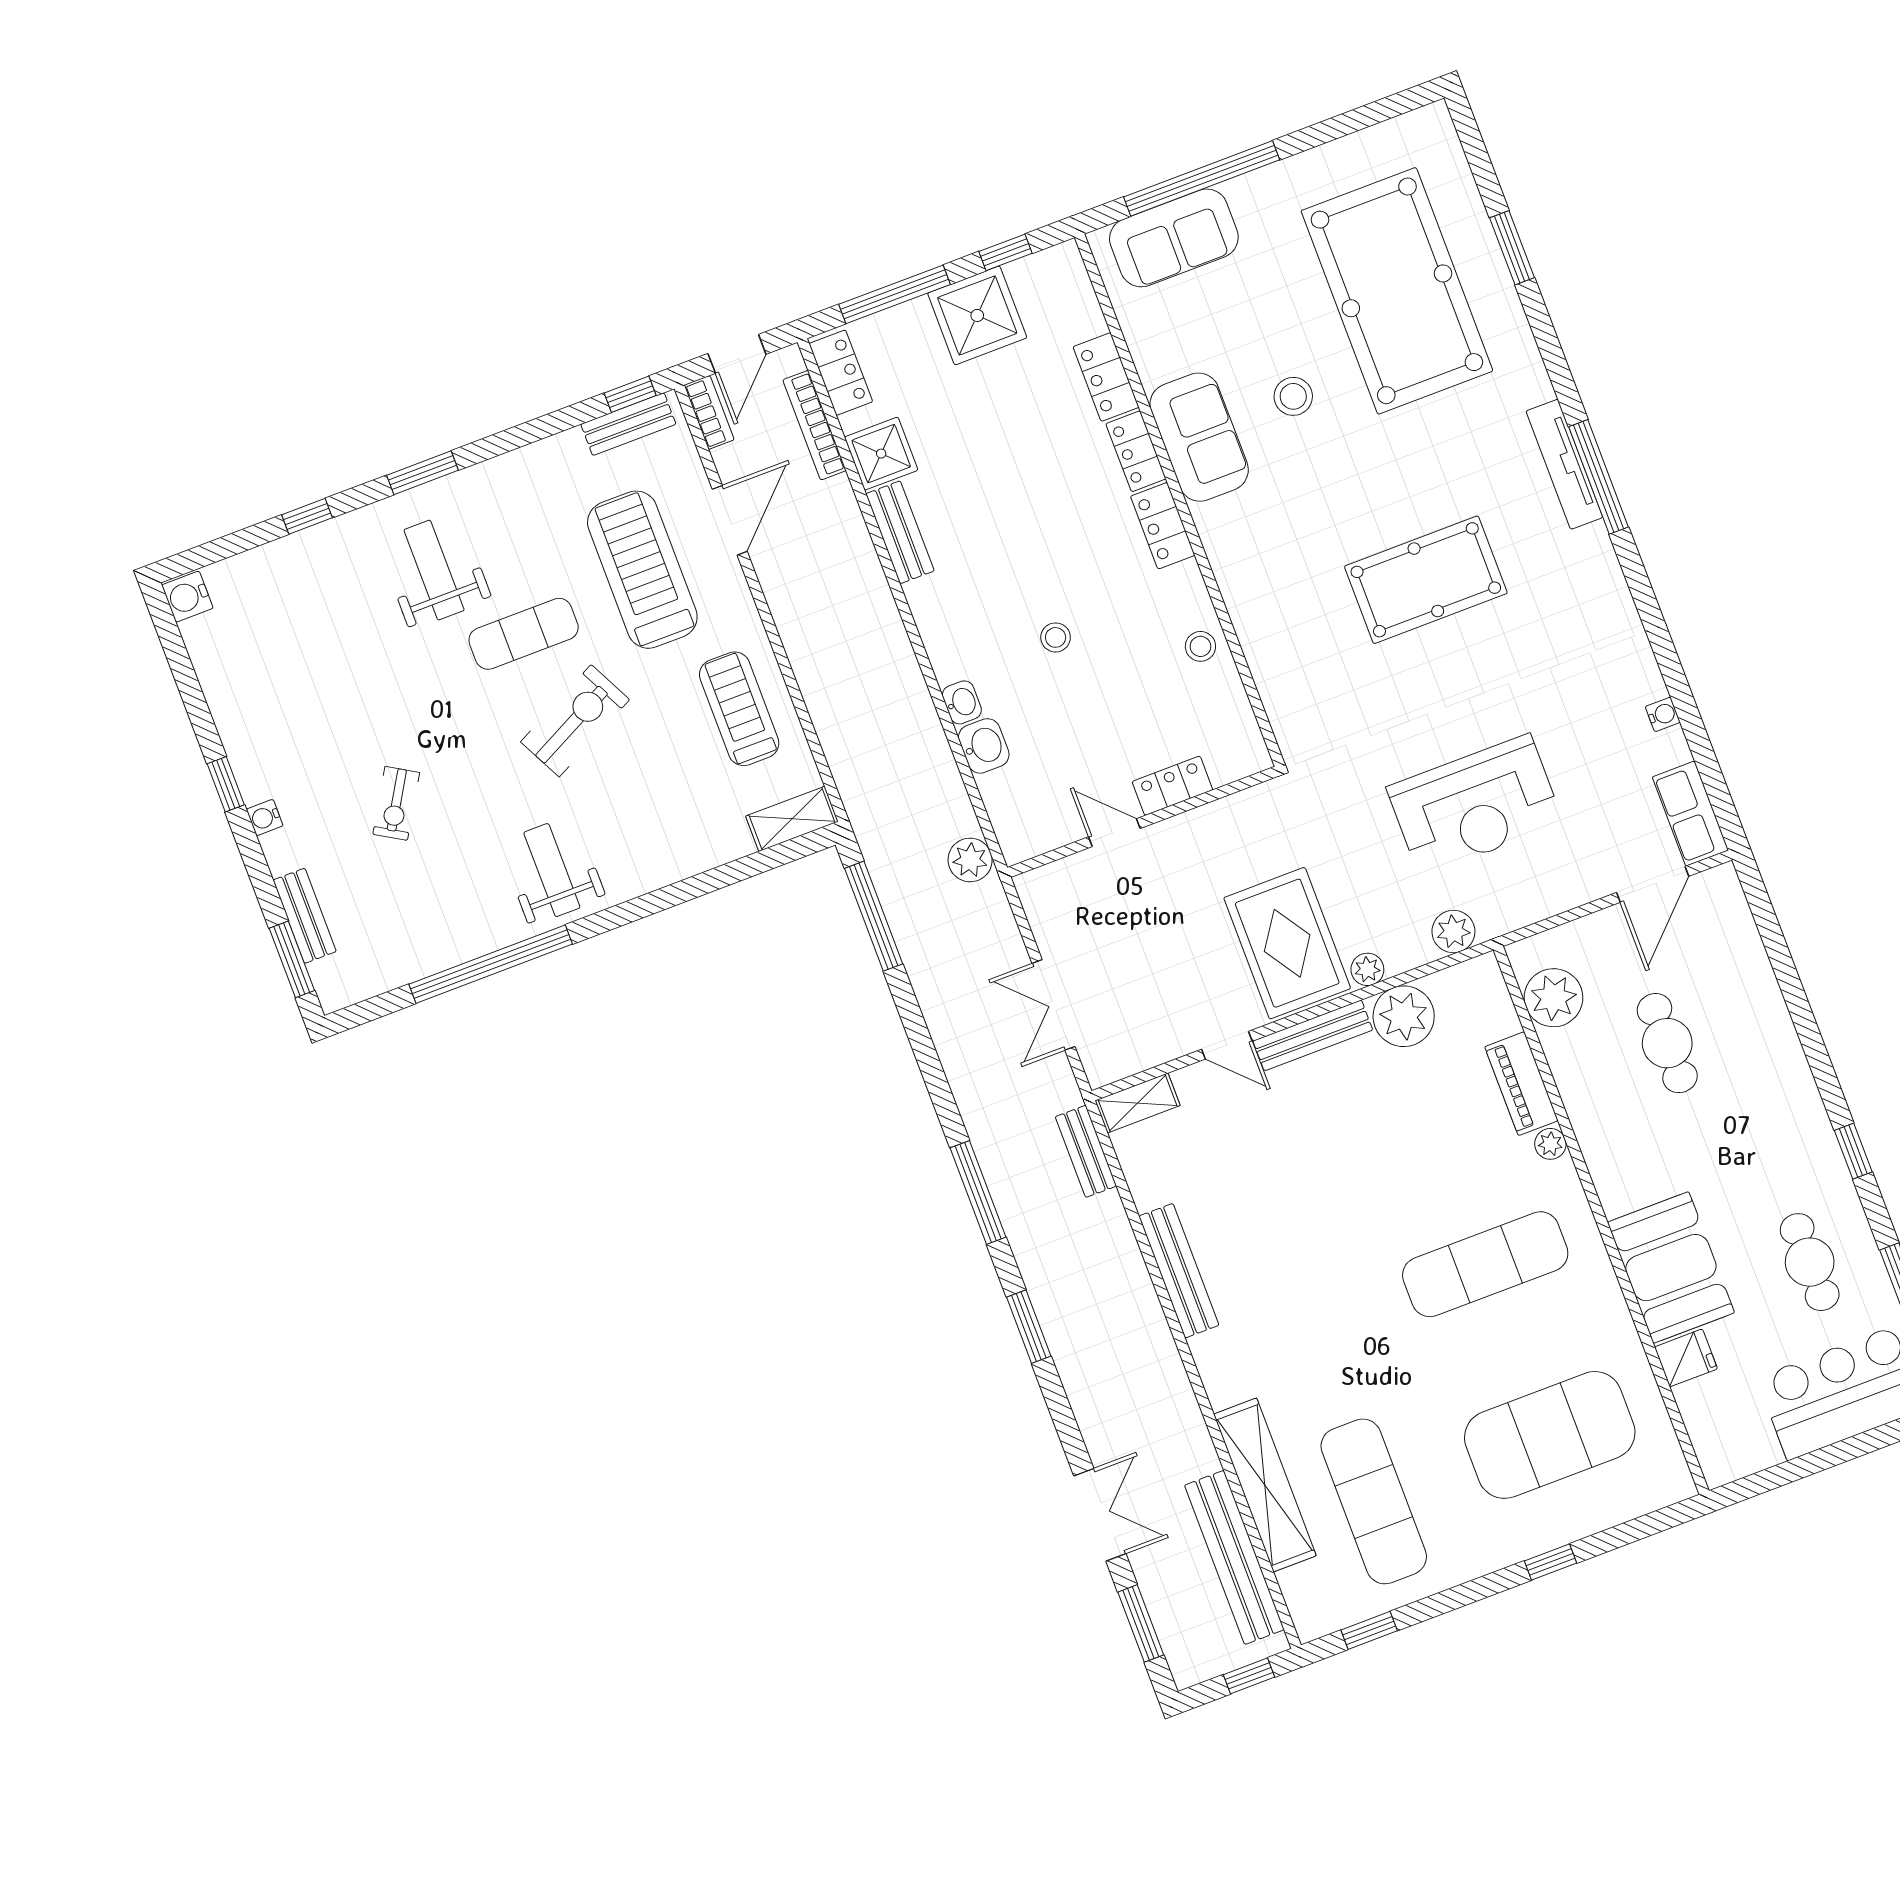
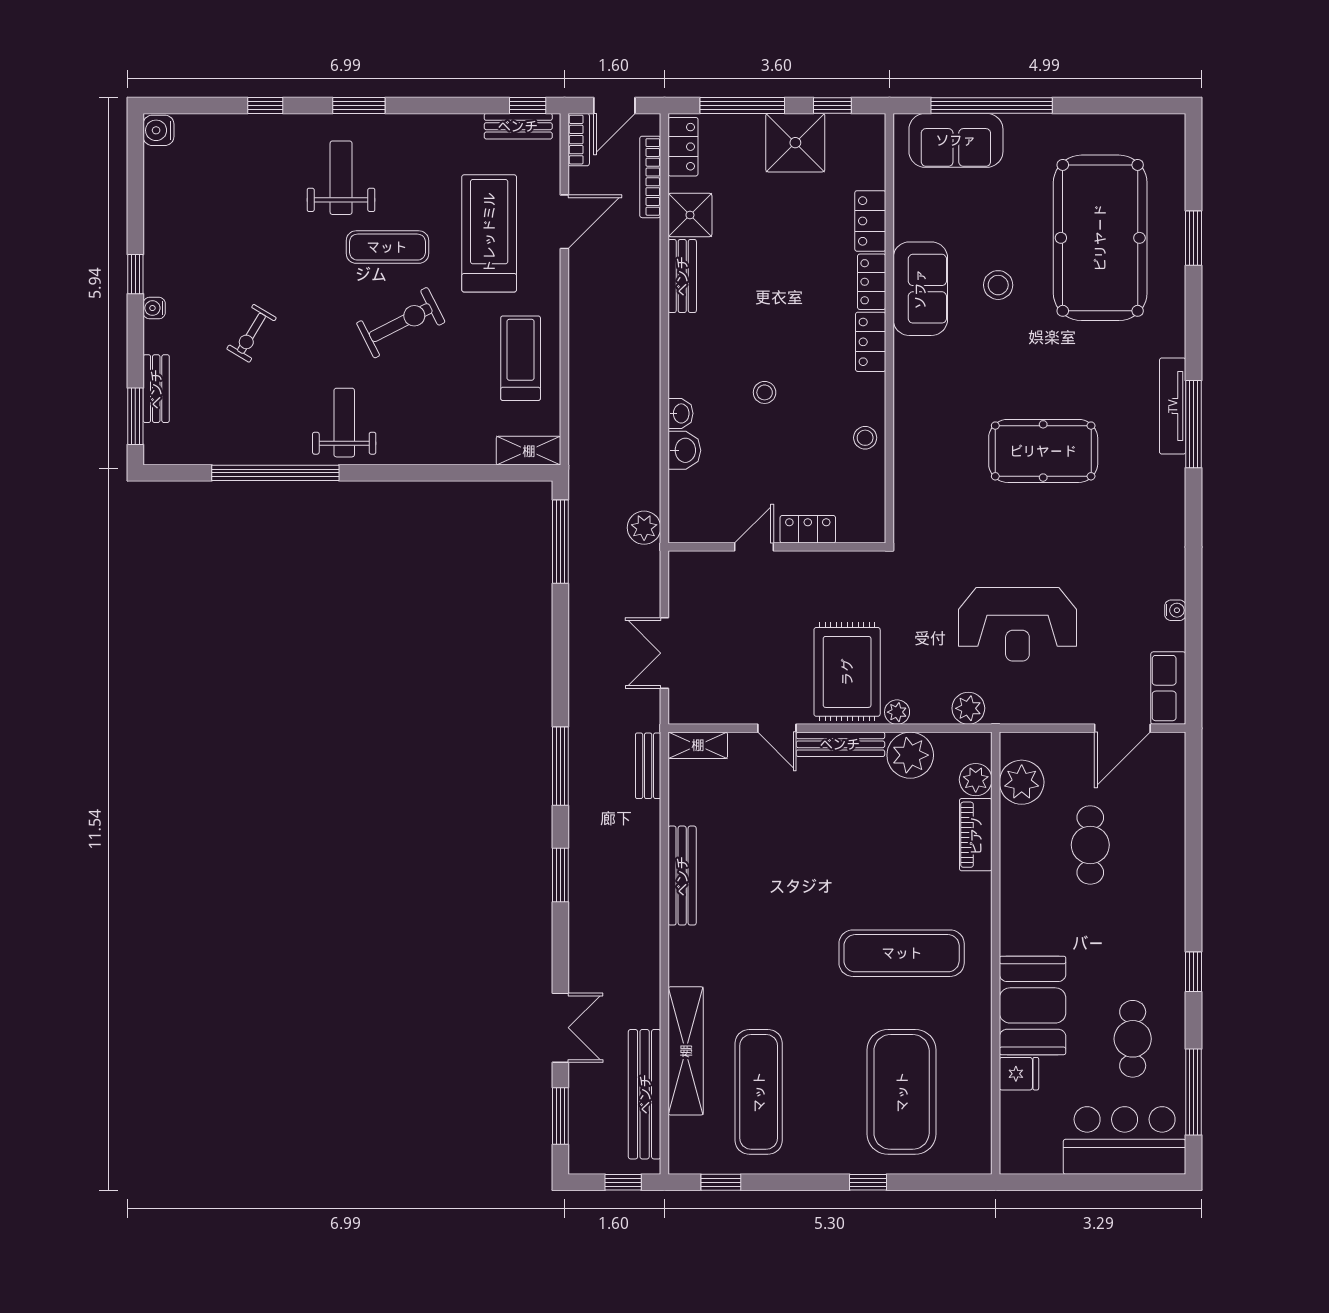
door: (1114, 833) -> (754, 547), hinge flipped
plant: (1550, 1144) -> (976, 780), moved, width x1.38, depth x1.38
exercise mat: (1550, 1435) -> (902, 1092), turned 90

